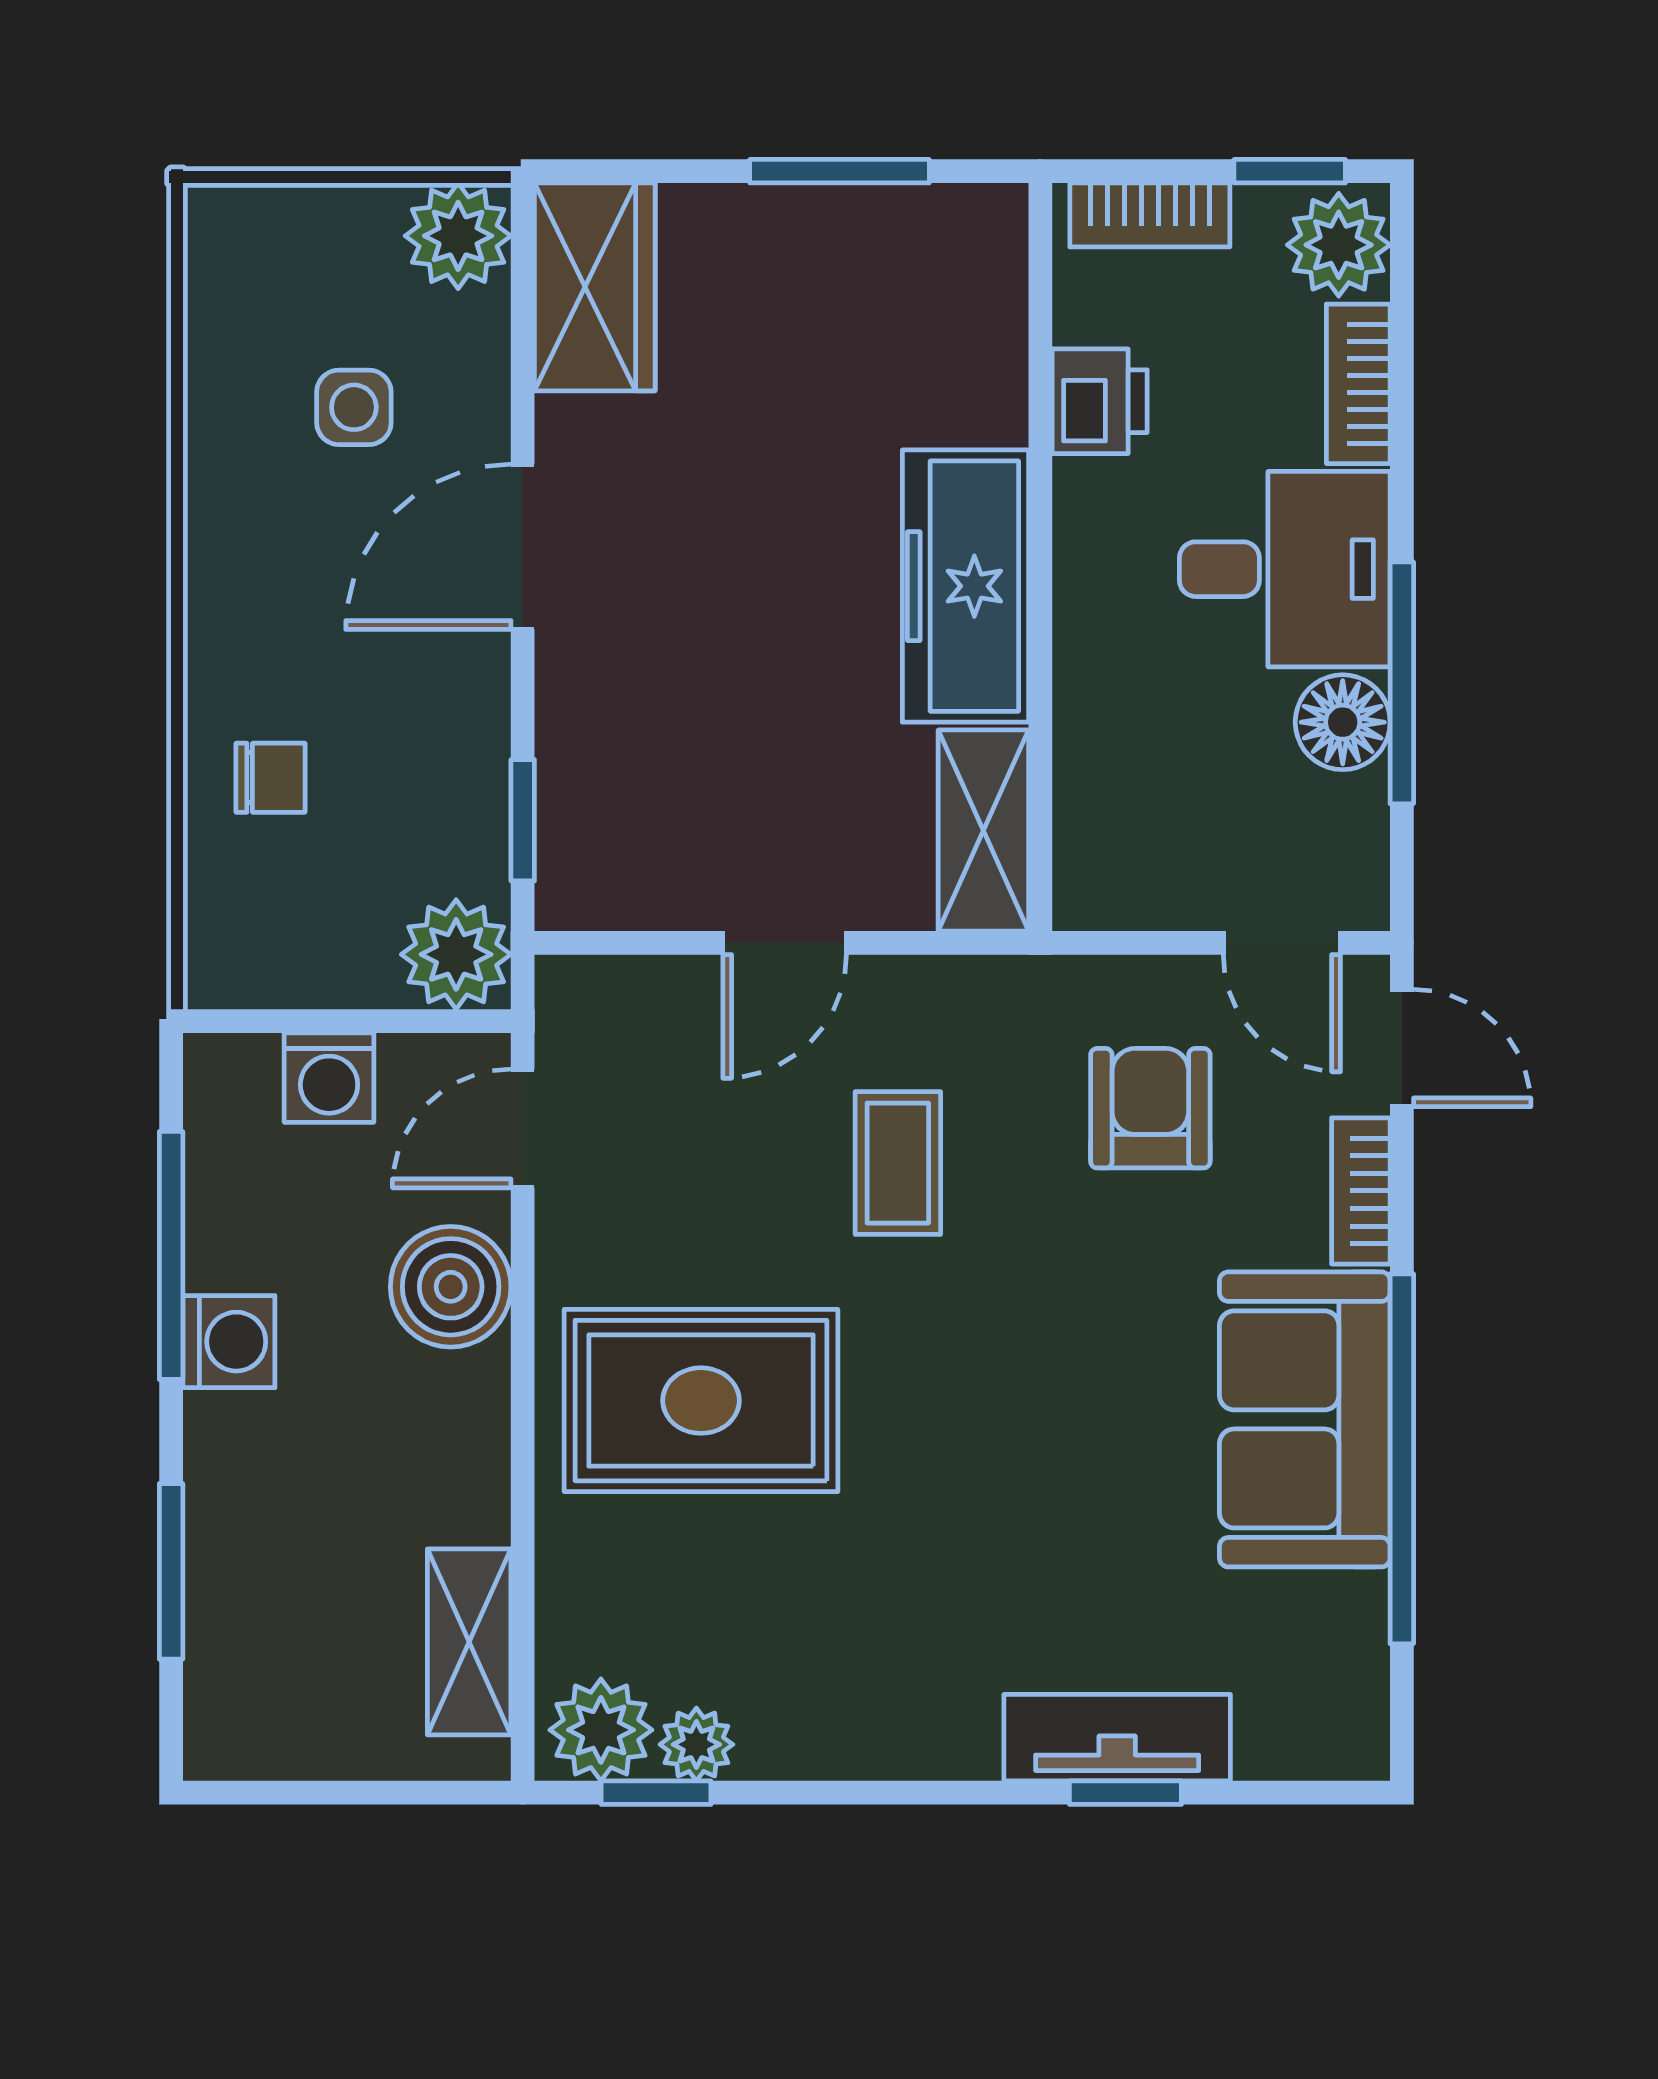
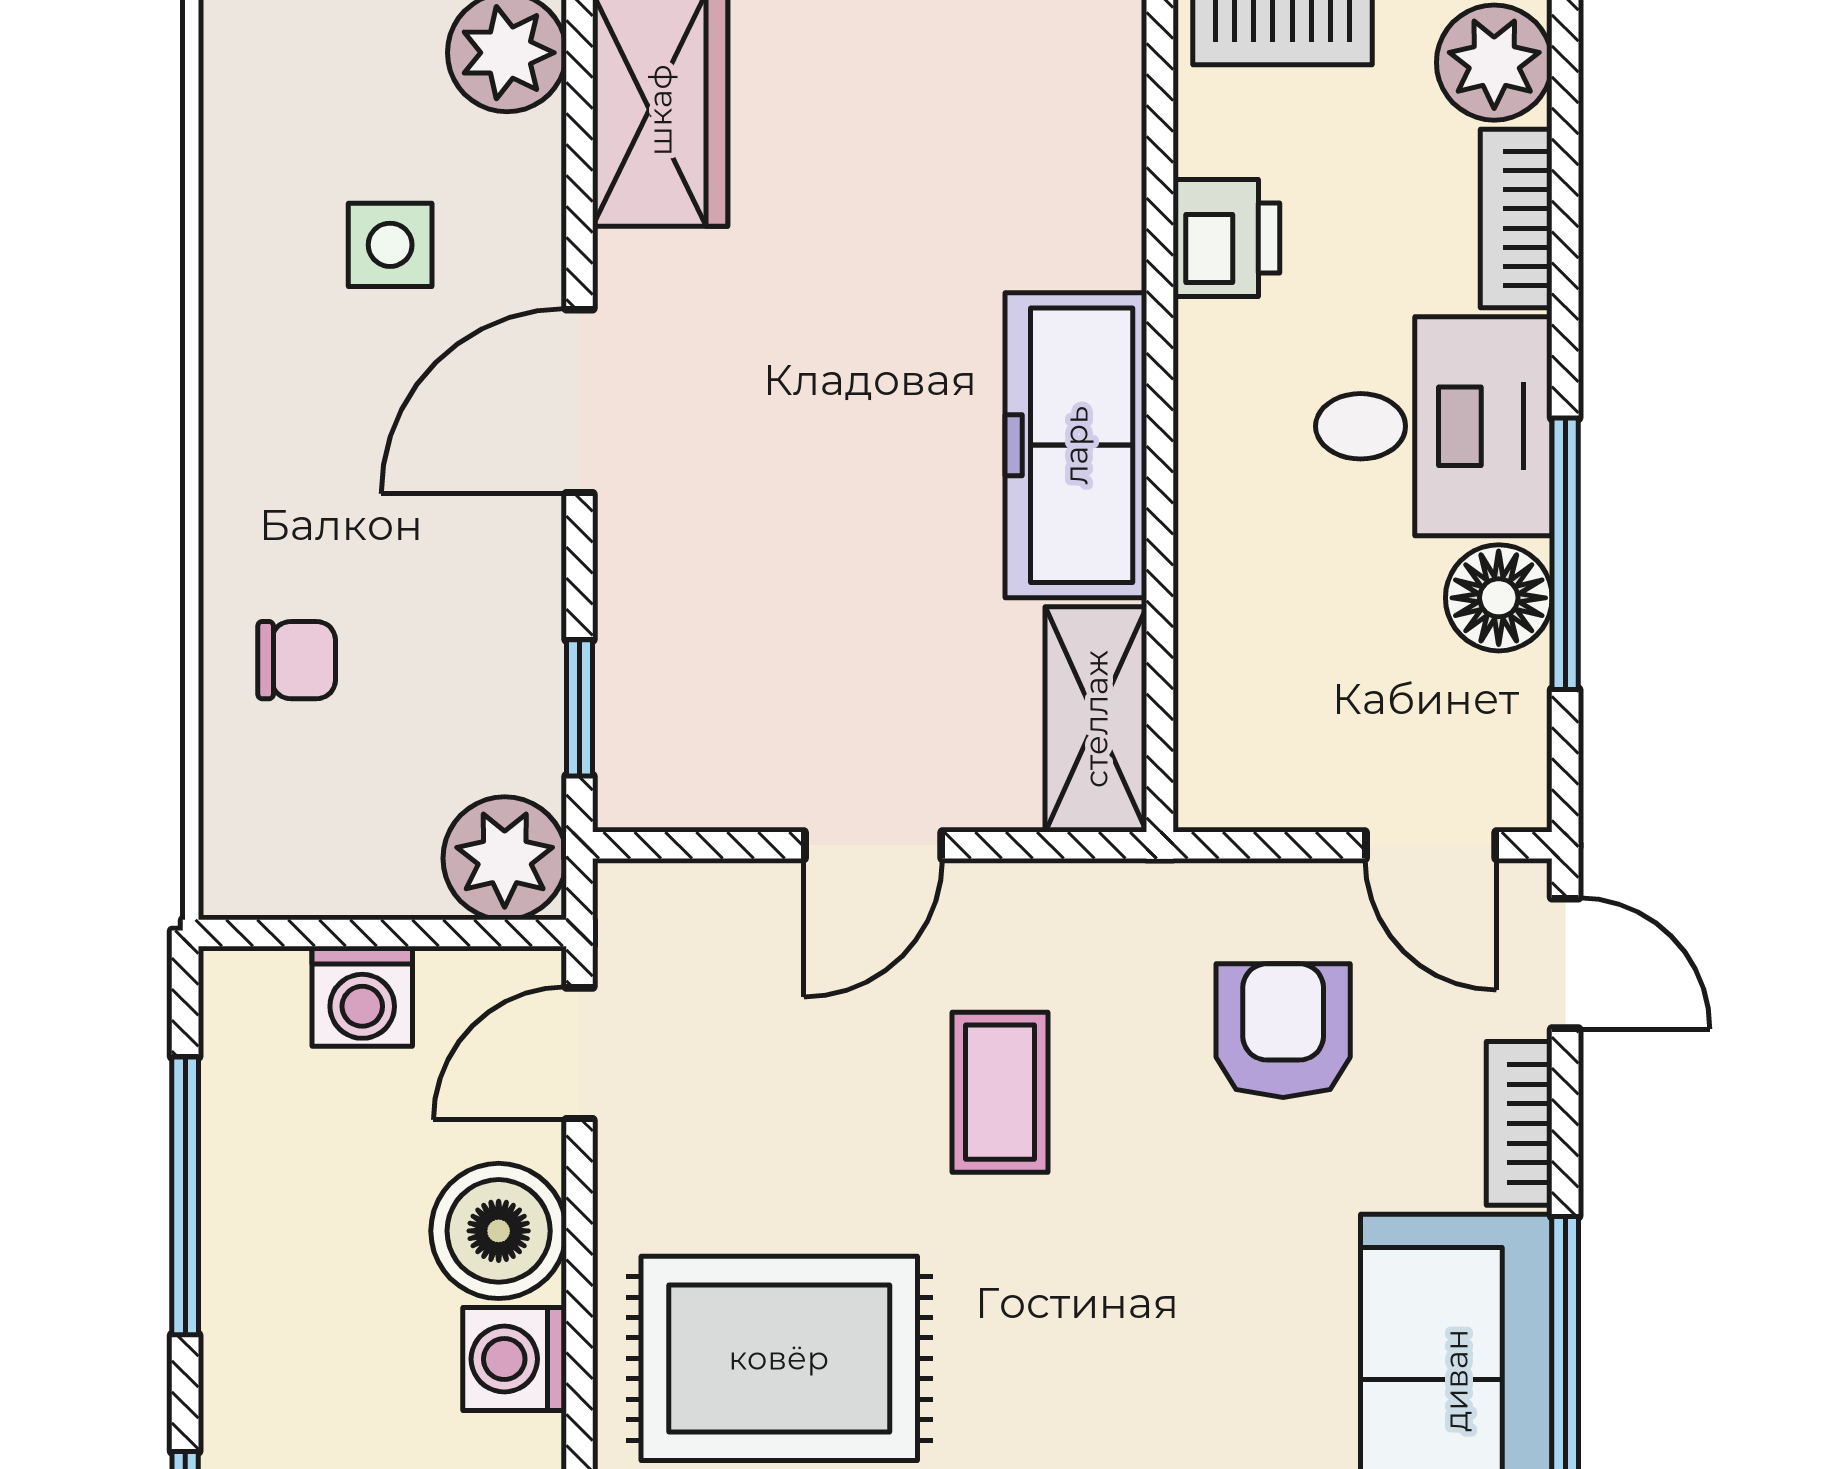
washing machine: (229, 1342) -> (515, 1359), moved, turned 180

